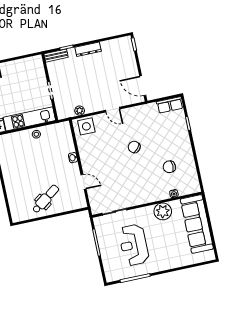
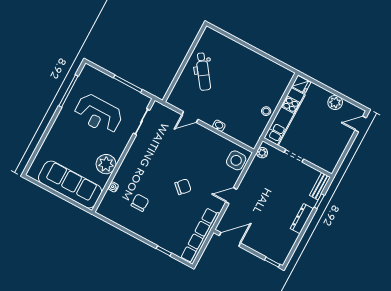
row of seats: (170, 105) -> (200, 236), width x2.02
plant: (80, 111) -> (262, 153), moved
reception desk: (134, 245) -> (98, 114), turned 180

